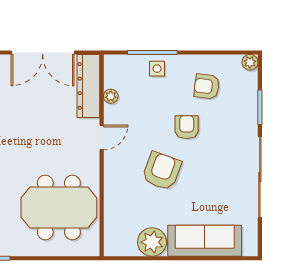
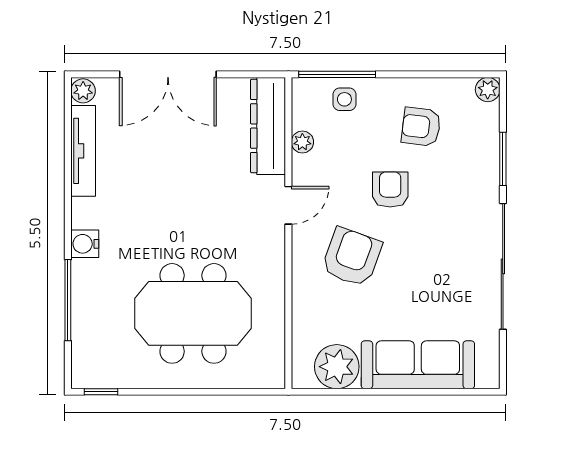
dresser: (88, 86) -> (268, 126), moved
plant: (111, 96) -> (302, 142), moved
door: (102, 137) -> (288, 205), moved
wall: (102, 155) -> (288, 233), moved

